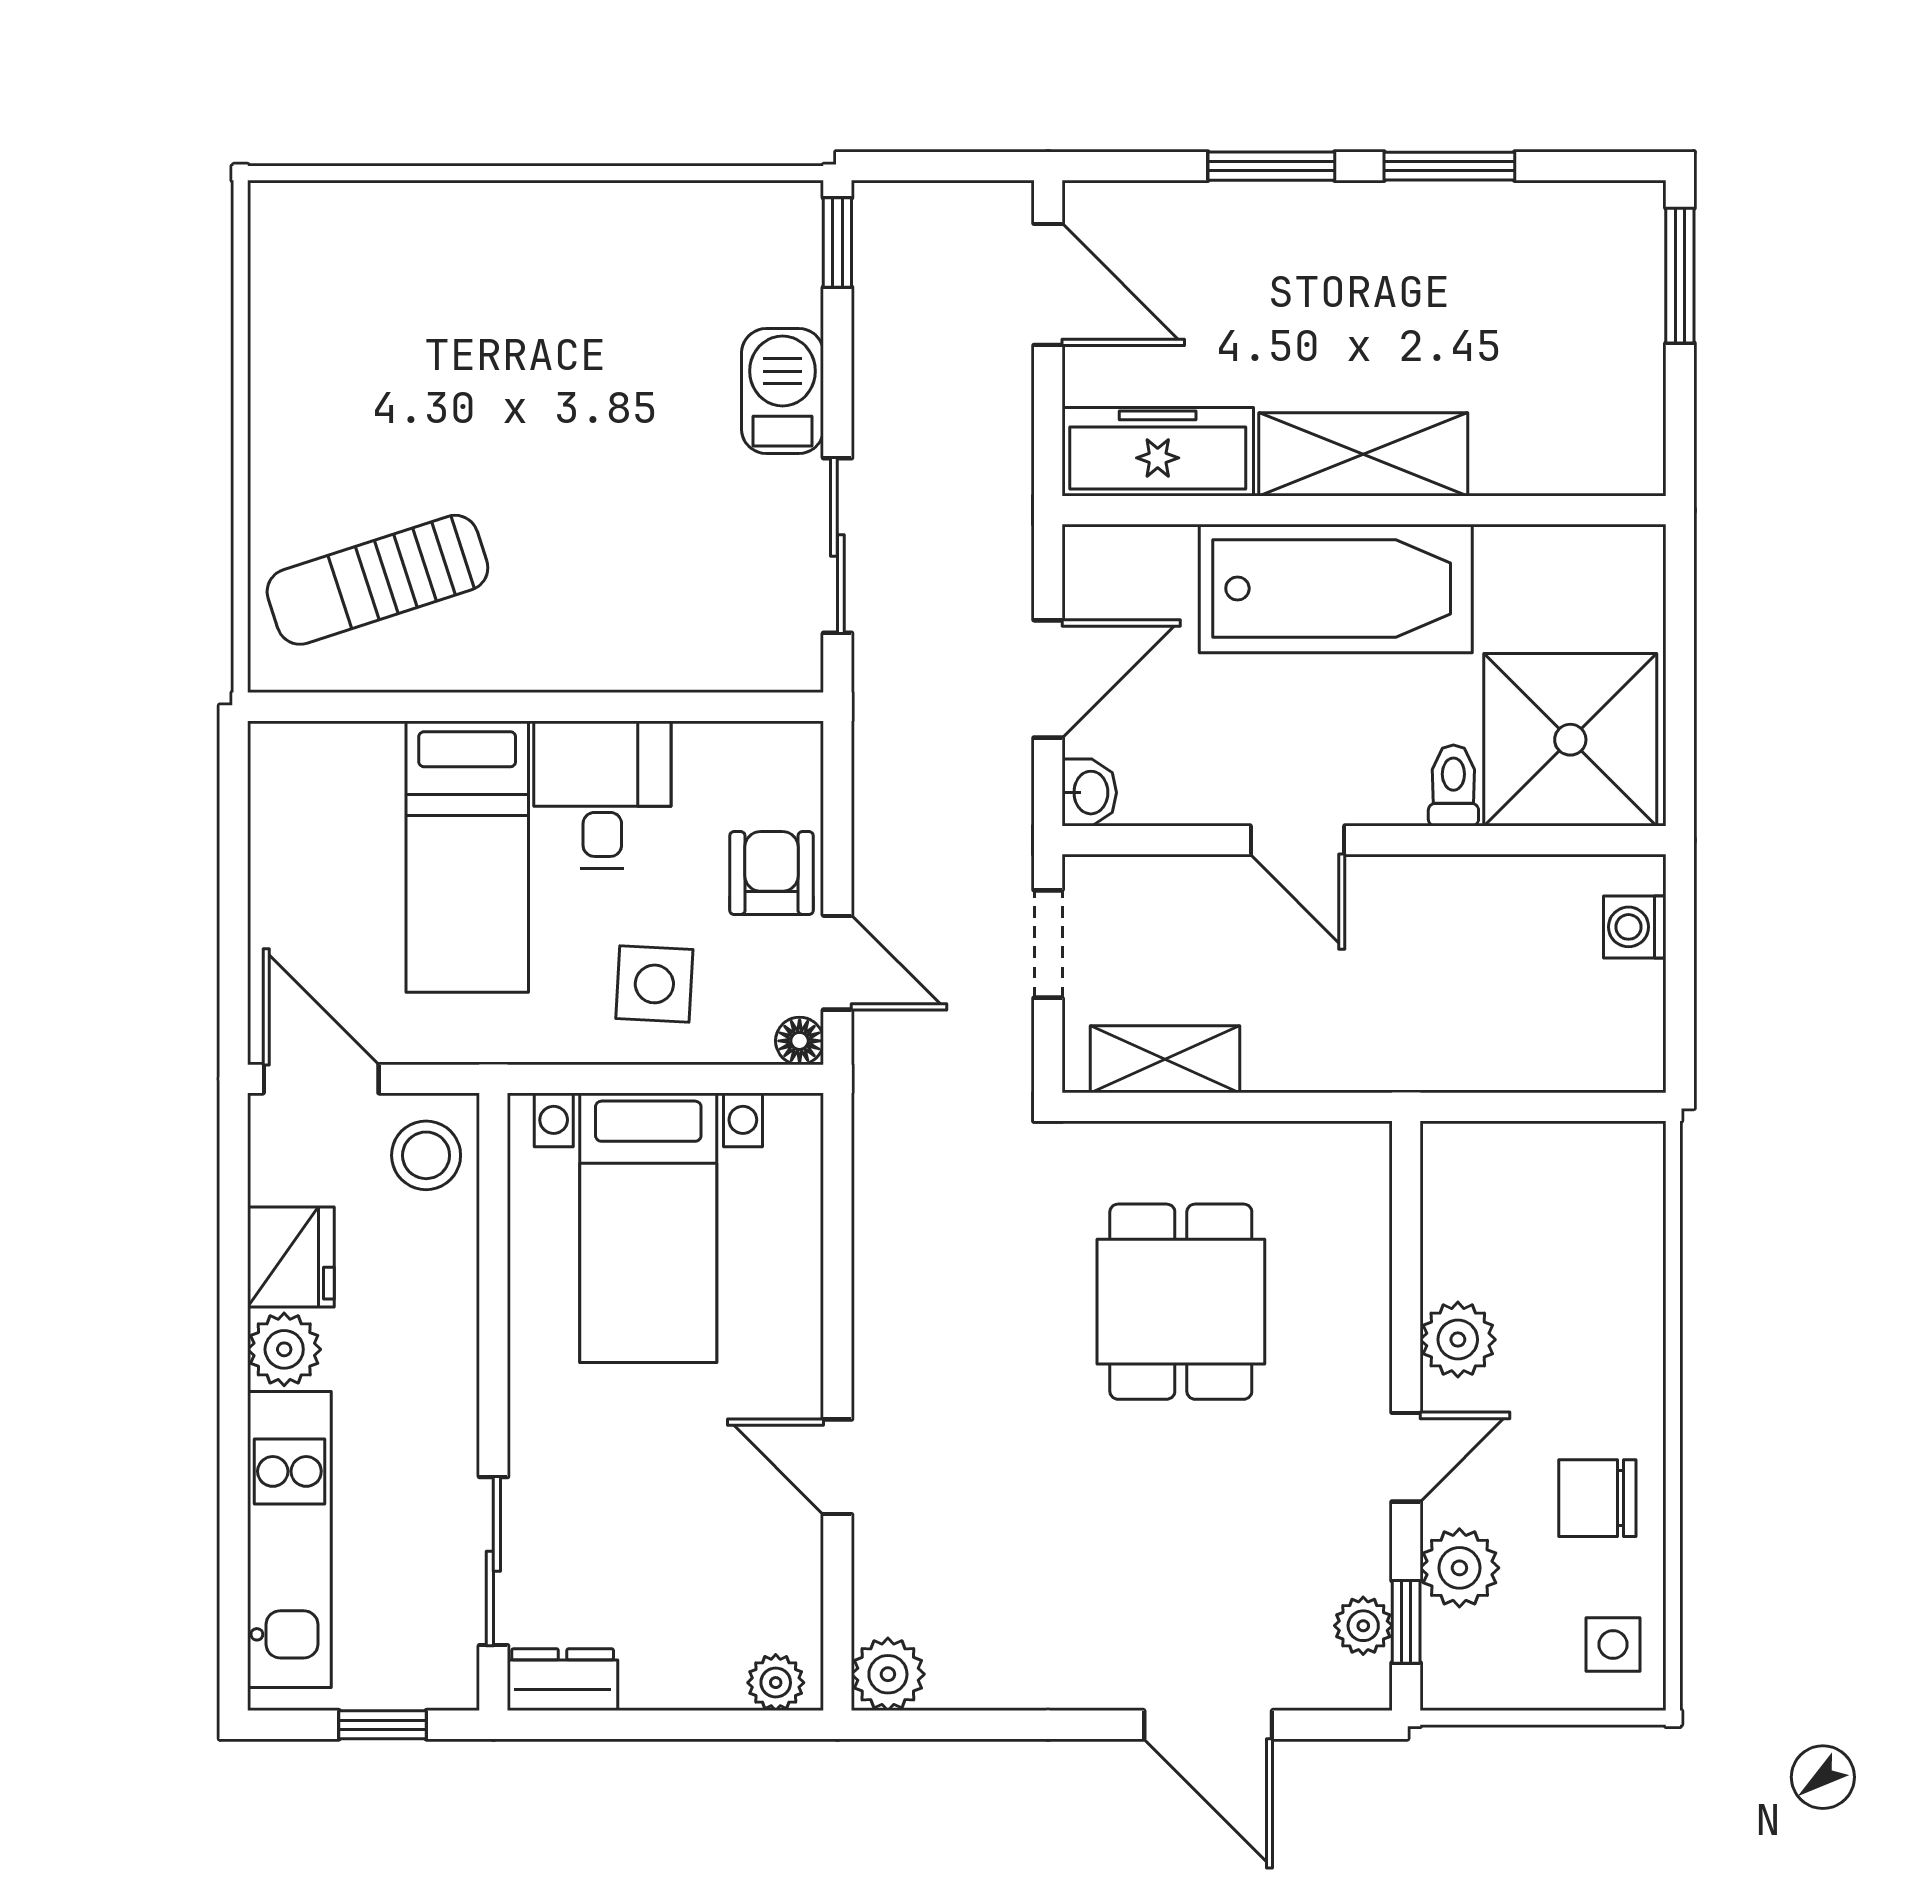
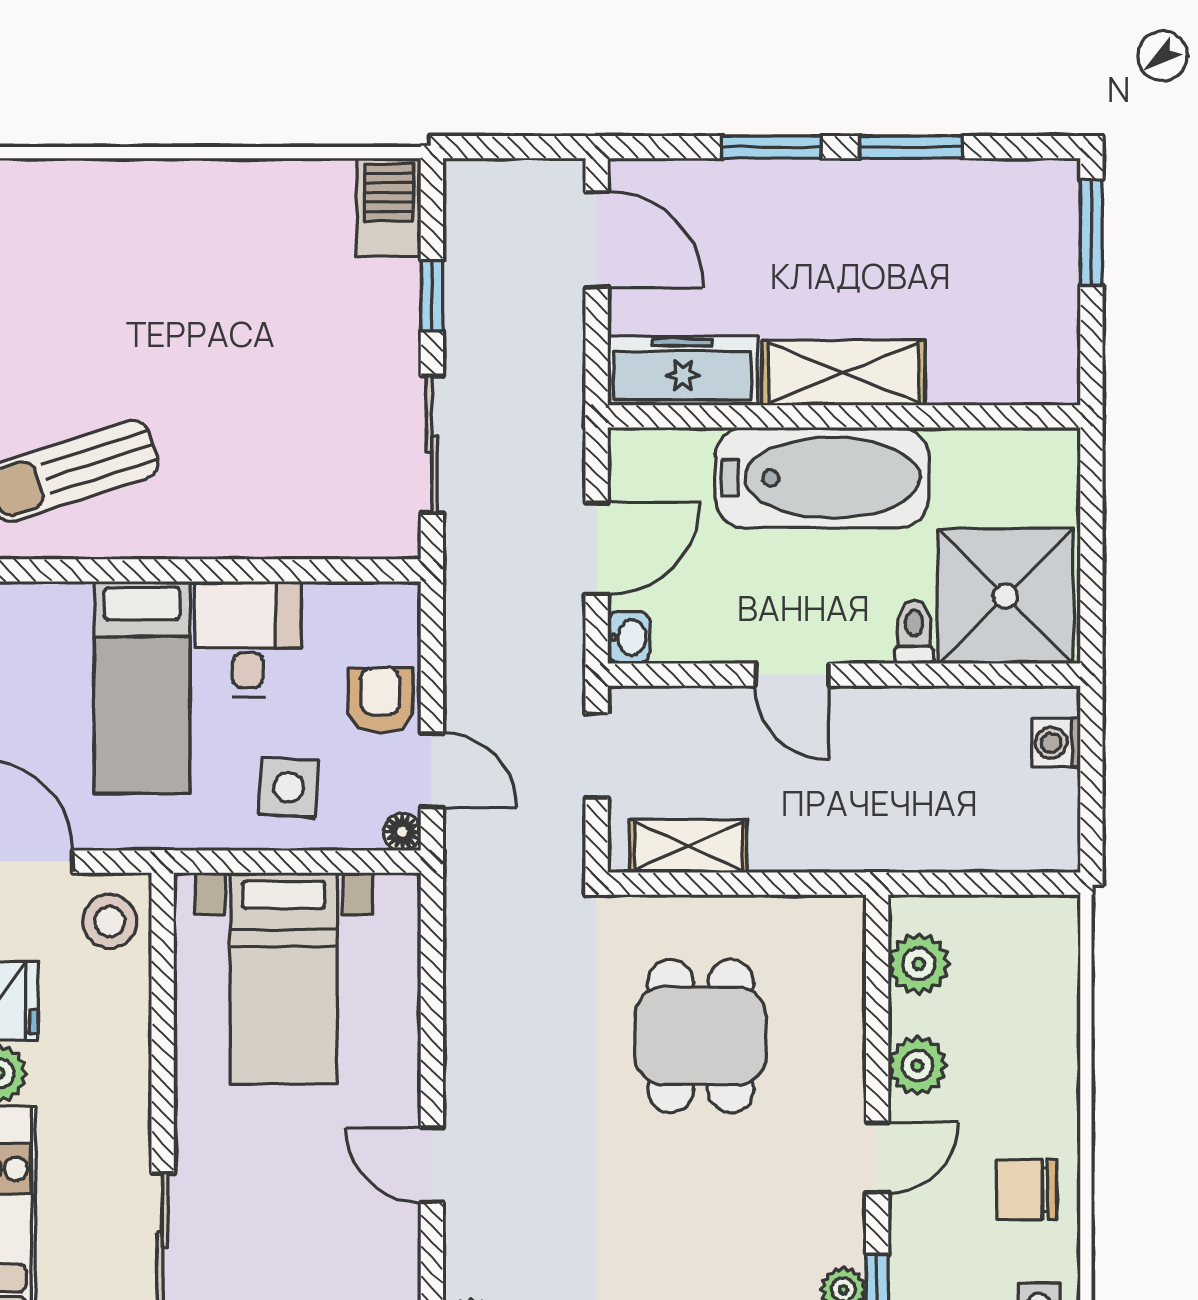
window: (837, 242) -> (432, 296), moved
barbecue: (783, 391) -> (389, 207), moved
plant: (1459, 1568) -> (919, 964), moved

